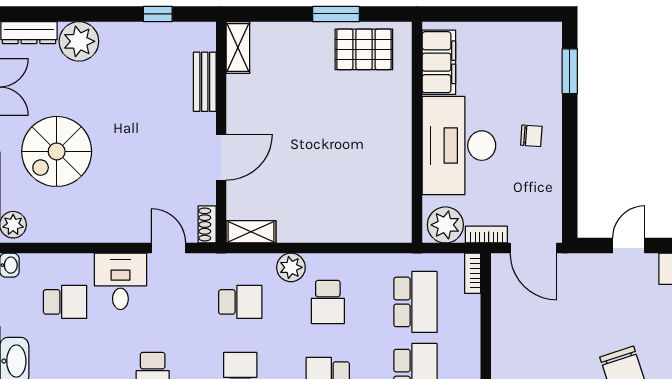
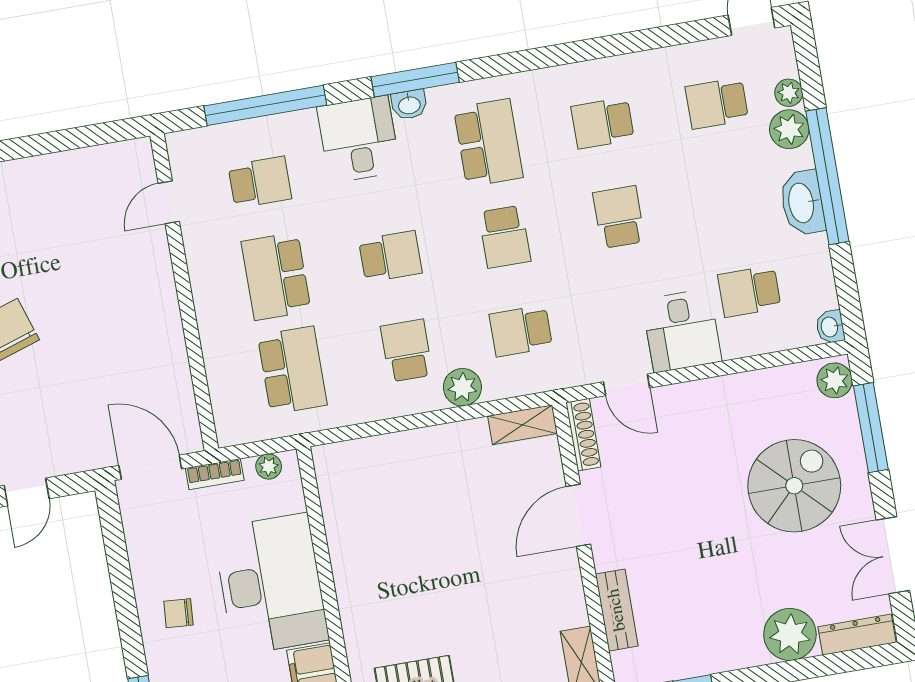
shoe rack: (207, 224) -> (583, 435), width x1.43
plant: (445, 225) -> (269, 467), width x0.53, depth x0.53
bookcase: (473, 273) -> (224, 421), removed
school desk: (415, 302) -> (292, 370), turned 180

